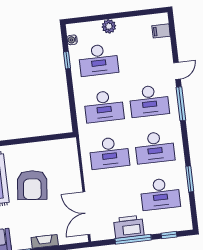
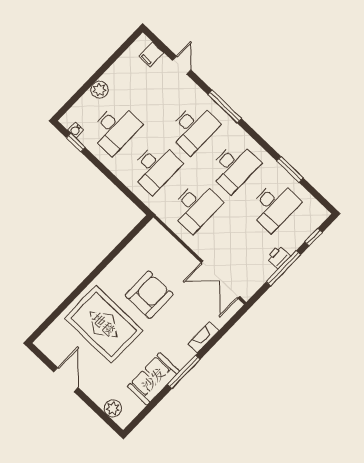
window: (67, 60) -> (76, 143), moved
door: (177, 71) -> (182, 65), moved
armchair: (32, 185) -> (149, 295), turned -96
printer: (129, 227) -> (278, 257), width x0.53, depth x0.68

